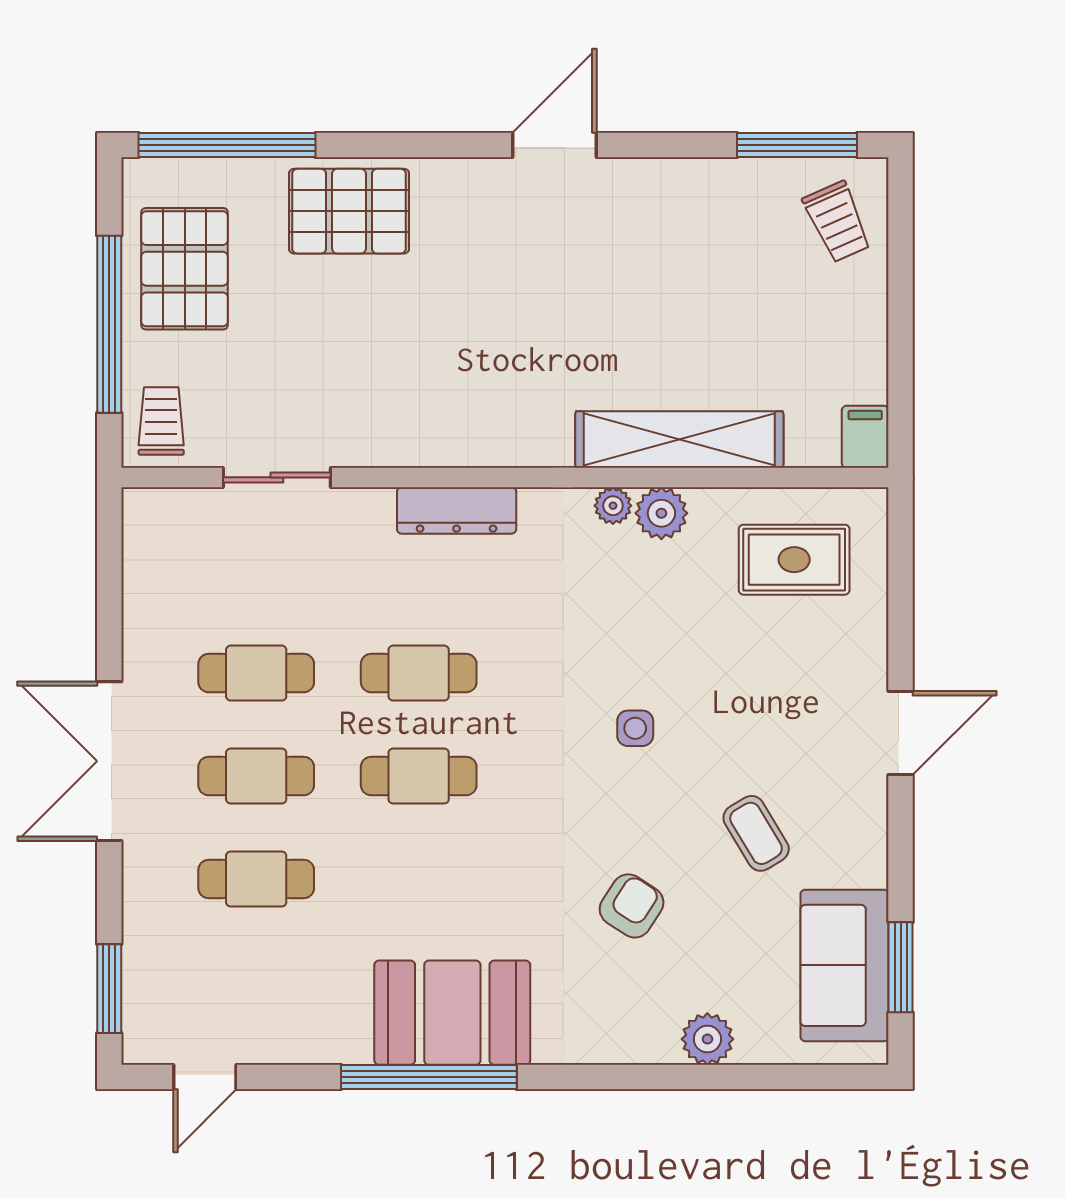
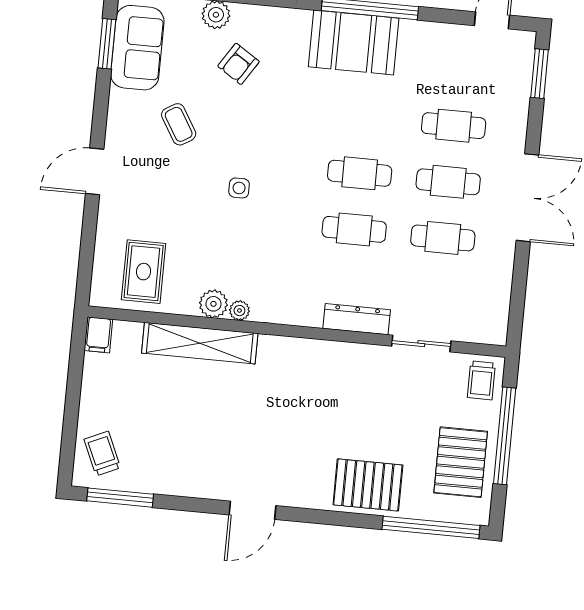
dresser: (457, 510) -> (357, 319), moved
rug: (794, 560) -> (144, 272), turned 90
armchair: (632, 906) -> (239, 64), moved

